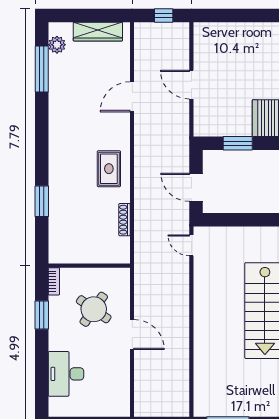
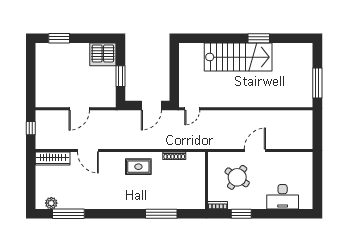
wardrobe: (98, 32) -> (53, 158), moved, turned 90
window: (42, 201) -> (161, 214), width x1.44

